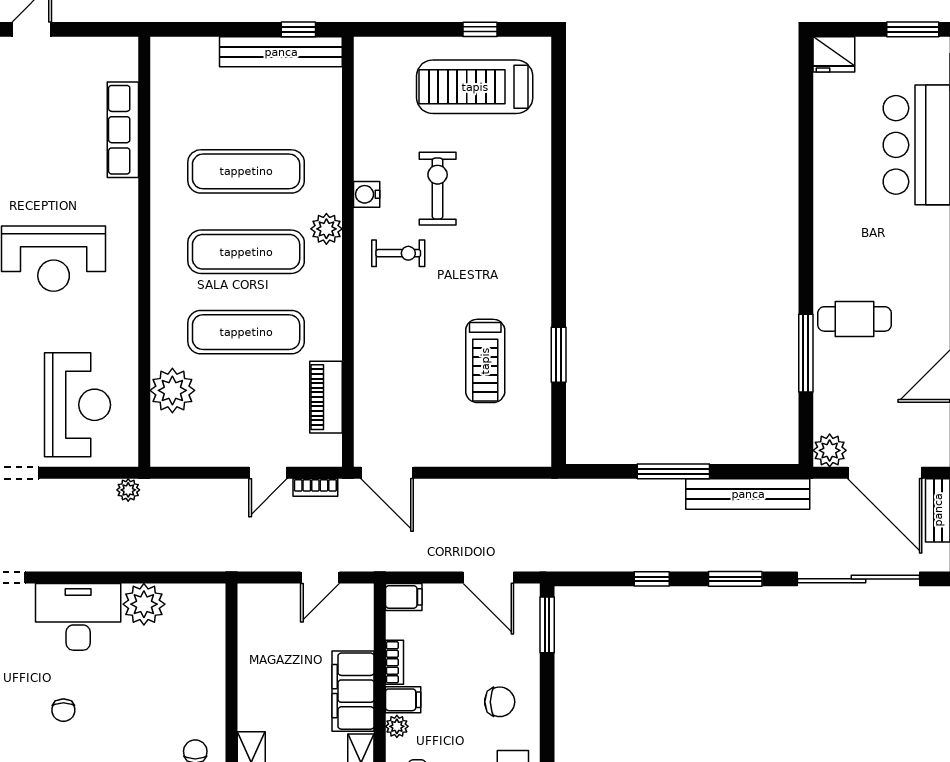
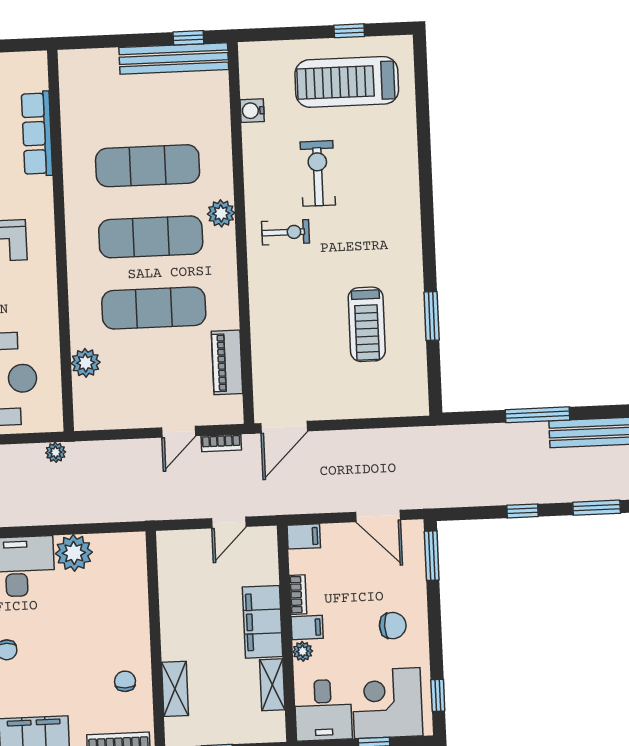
water cooler: (367, 194) -> (252, 111), moved
plant: (172, 390) -> (86, 363), width x0.73, depth x0.73
door: (387, 473) -> (284, 427), hinge flipped

